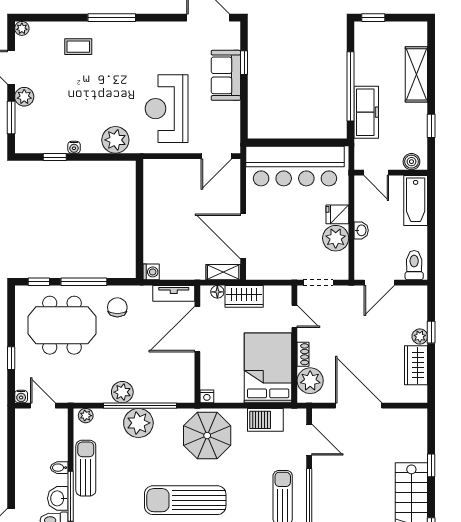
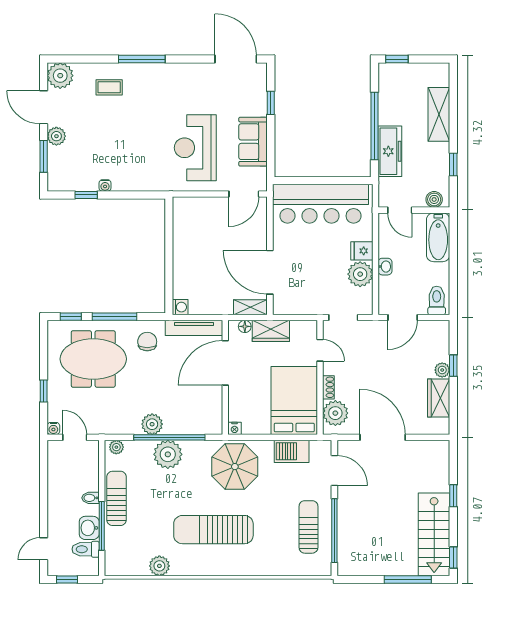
plant: (22, 28) -> (60, 76), width x1.88, depth x1.88
sofa: (226, 75) -> (253, 142), moved
plant: (115, 140) -> (145, 178), removed
tv unit: (174, 293) -> (194, 328), width x1.41

